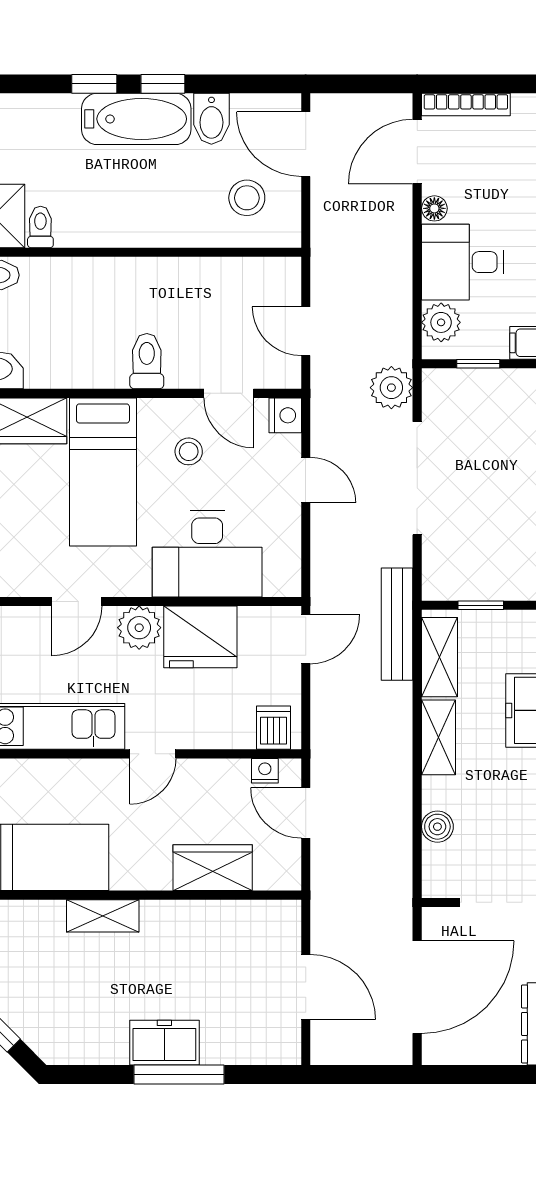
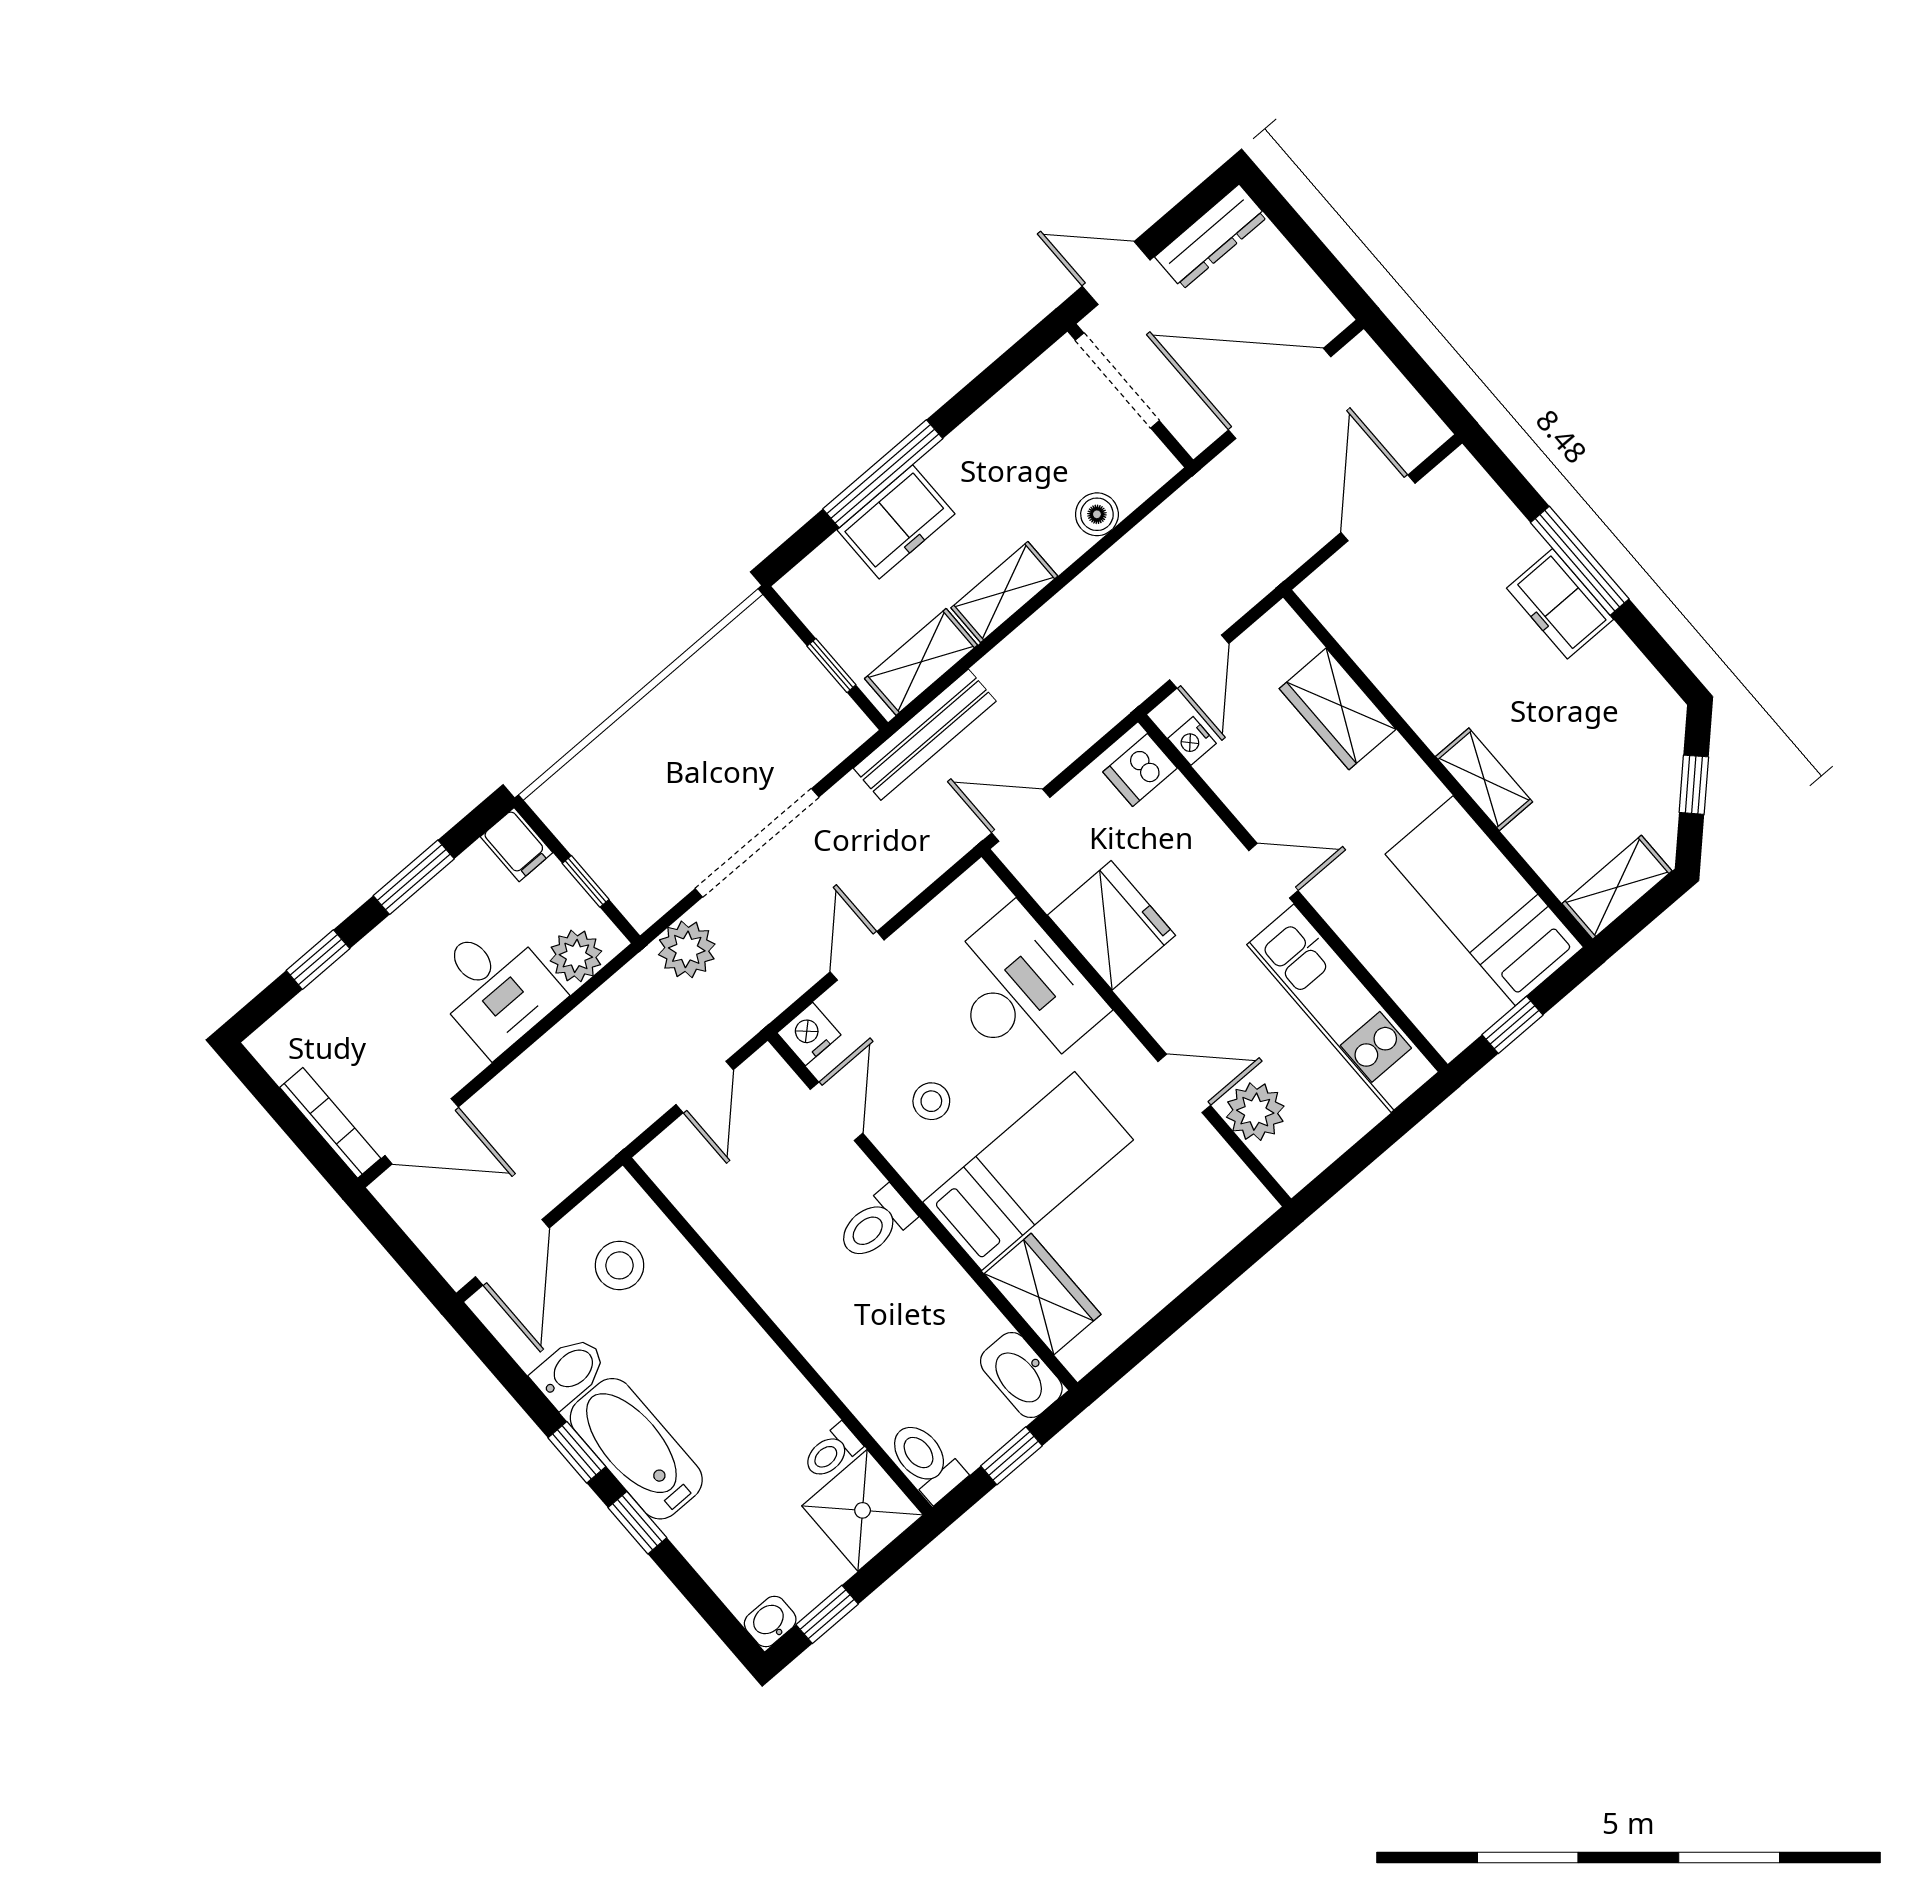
floor lamp: (434, 208) -> (465, 1064), removed
plant: (139, 628) -> (1255, 1112), moved

